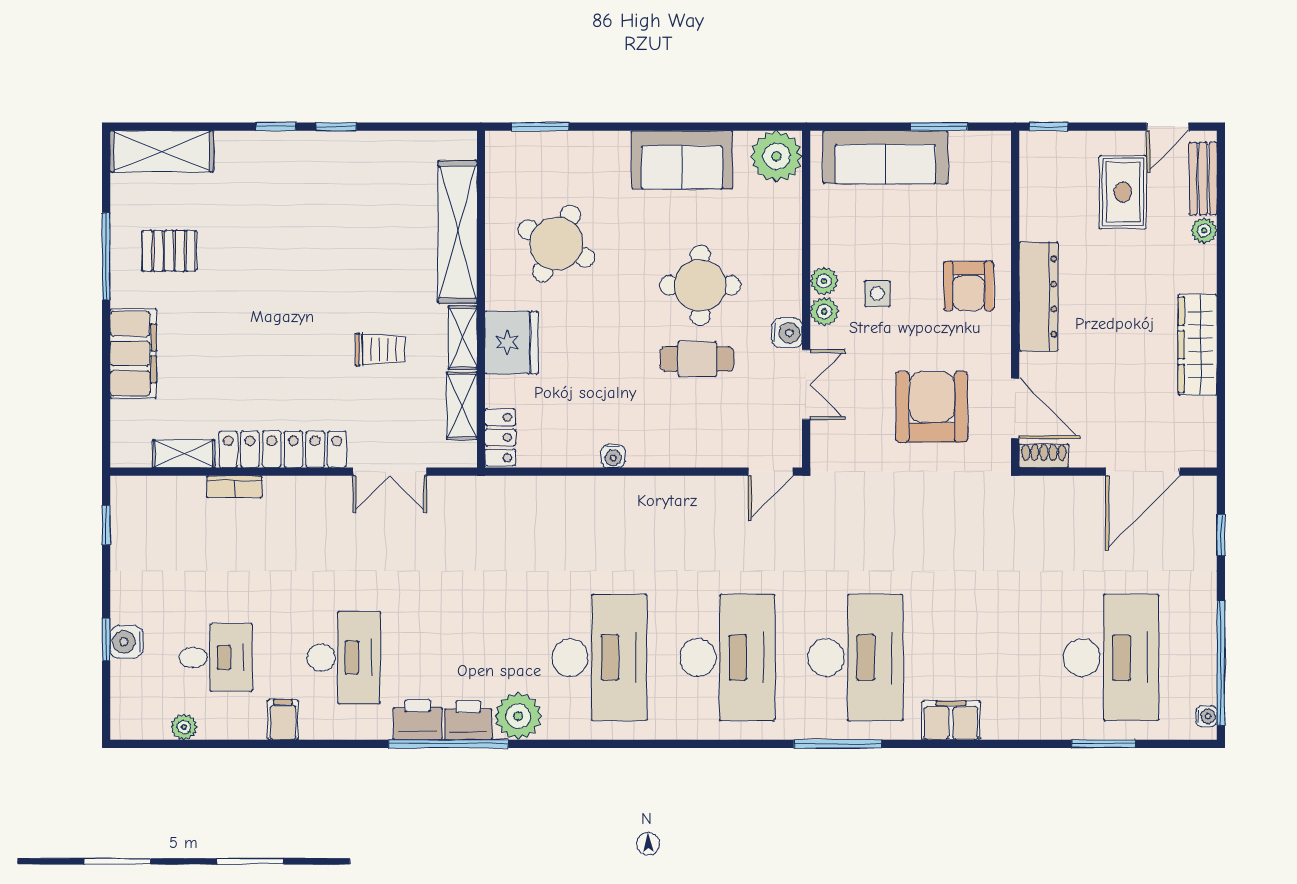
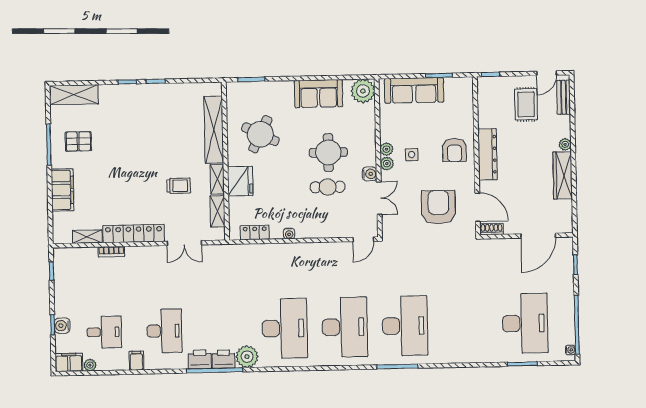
plant: (1204, 231) -> (565, 144), moved
locker: (500, 437) -> (255, 233), moved, turned -90
filing cabinet: (951, 720) -> (69, 362), moved

